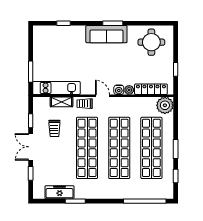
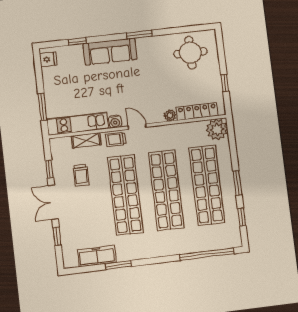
sofa: (106, 34) -> (110, 52), moved
fridge: (39, 35) -> (48, 59), added
water cooler: (119, 90) -> (115, 122), moved

